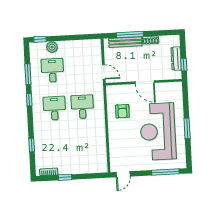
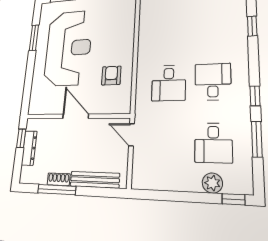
window: (130, 35) -> (57, 190), moved
desk: (54, 108) -> (213, 82), turned 180
window: (187, 128) -> (34, 38), moved

